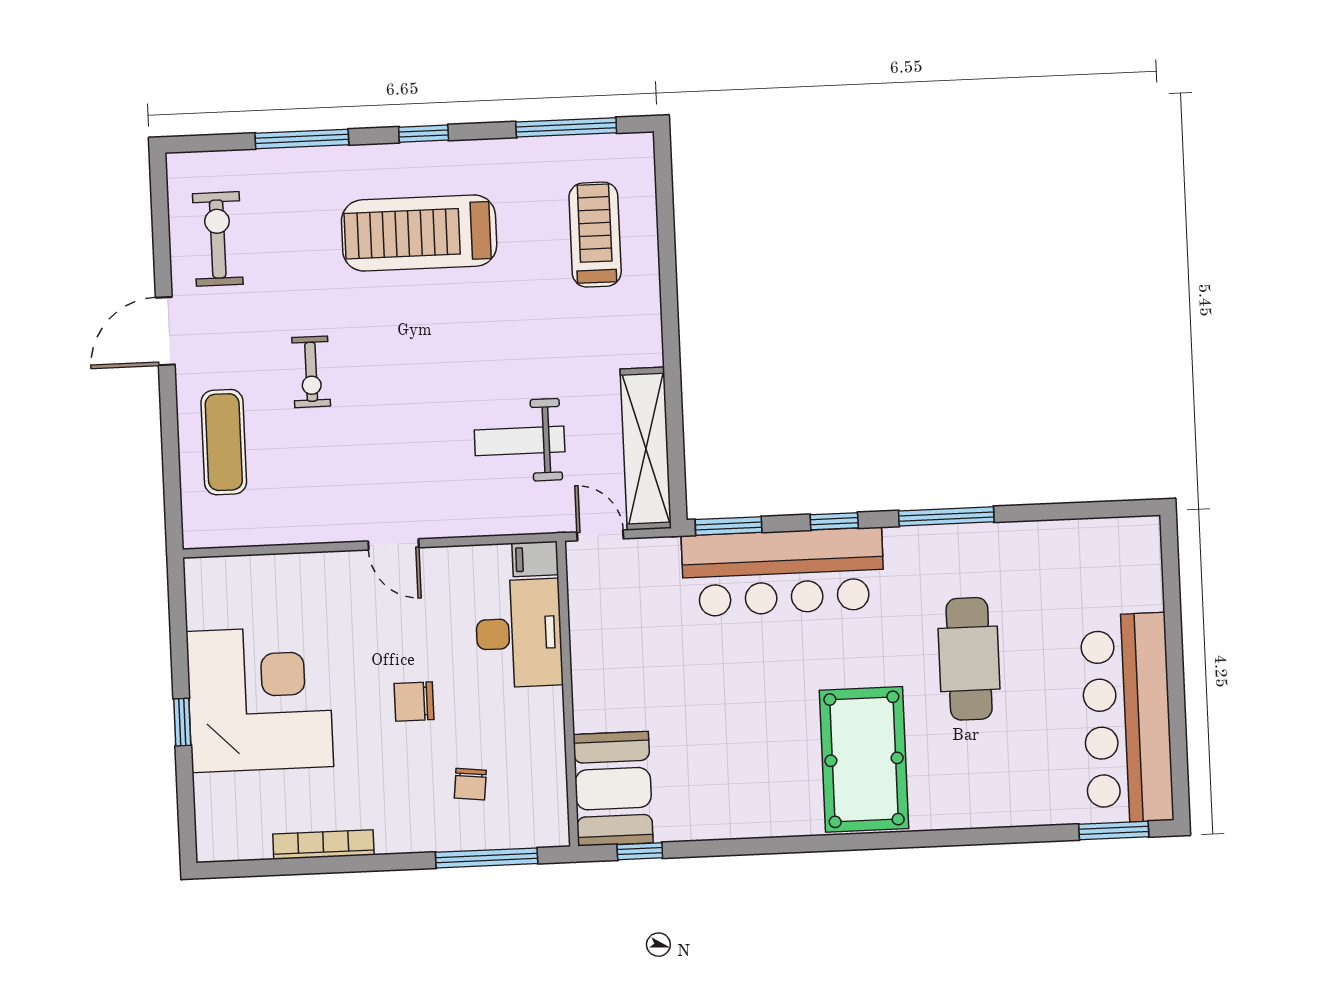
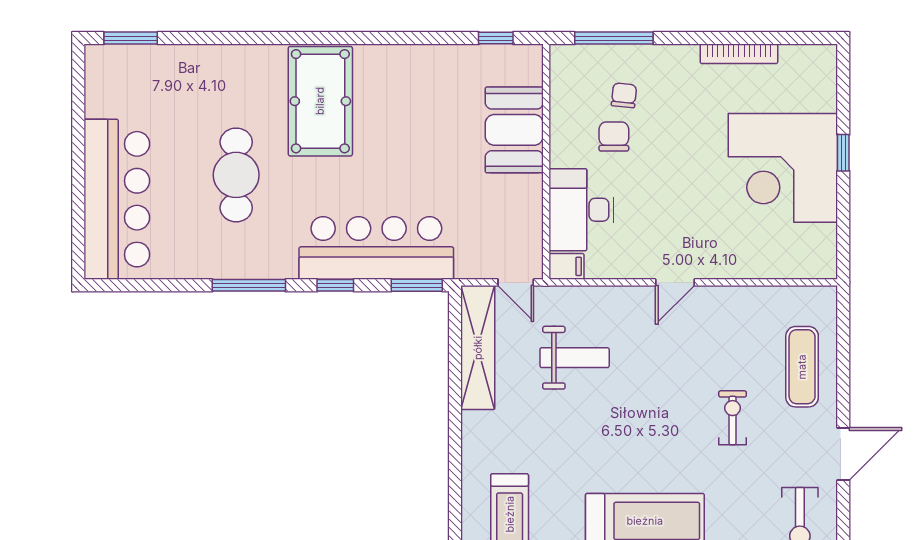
door: (393, 544) -> (675, 282), swing flipped
chair: (414, 702) -> (614, 136), moved, turned -90
bar counter: (1127, 718) -> (117, 199), moved
booth: (613, 789) -> (514, 130), moved

